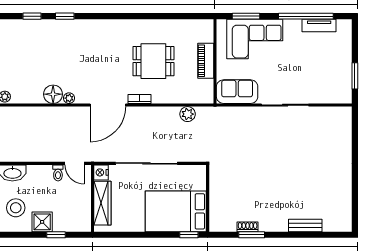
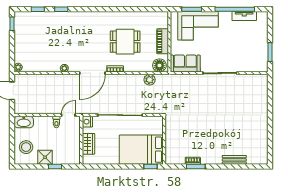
floor lamp: (53, 94) -> (159, 65), moved
door: (74, 163) -> (68, 115), swing flipped
wardrobe: (102, 203) -> (88, 144), width x0.67

